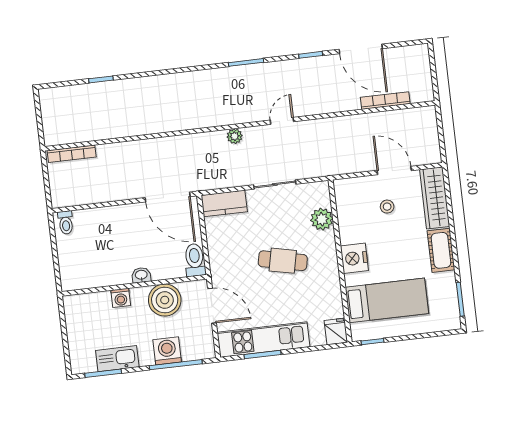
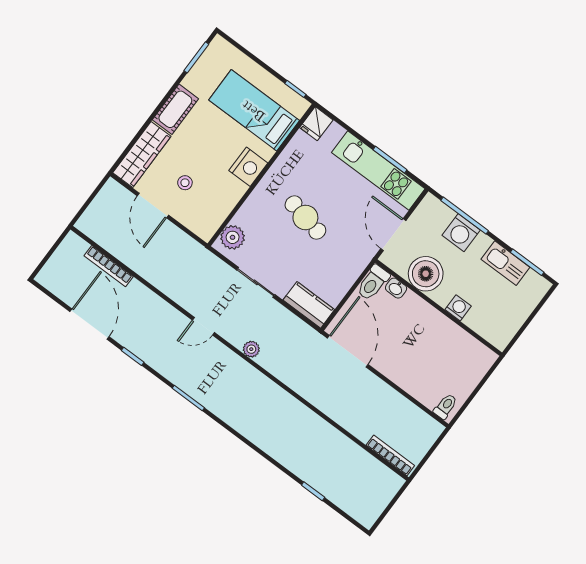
plant: (322, 219) -> (233, 237), moved
washbasin: (141, 275) -> (396, 288), moved

